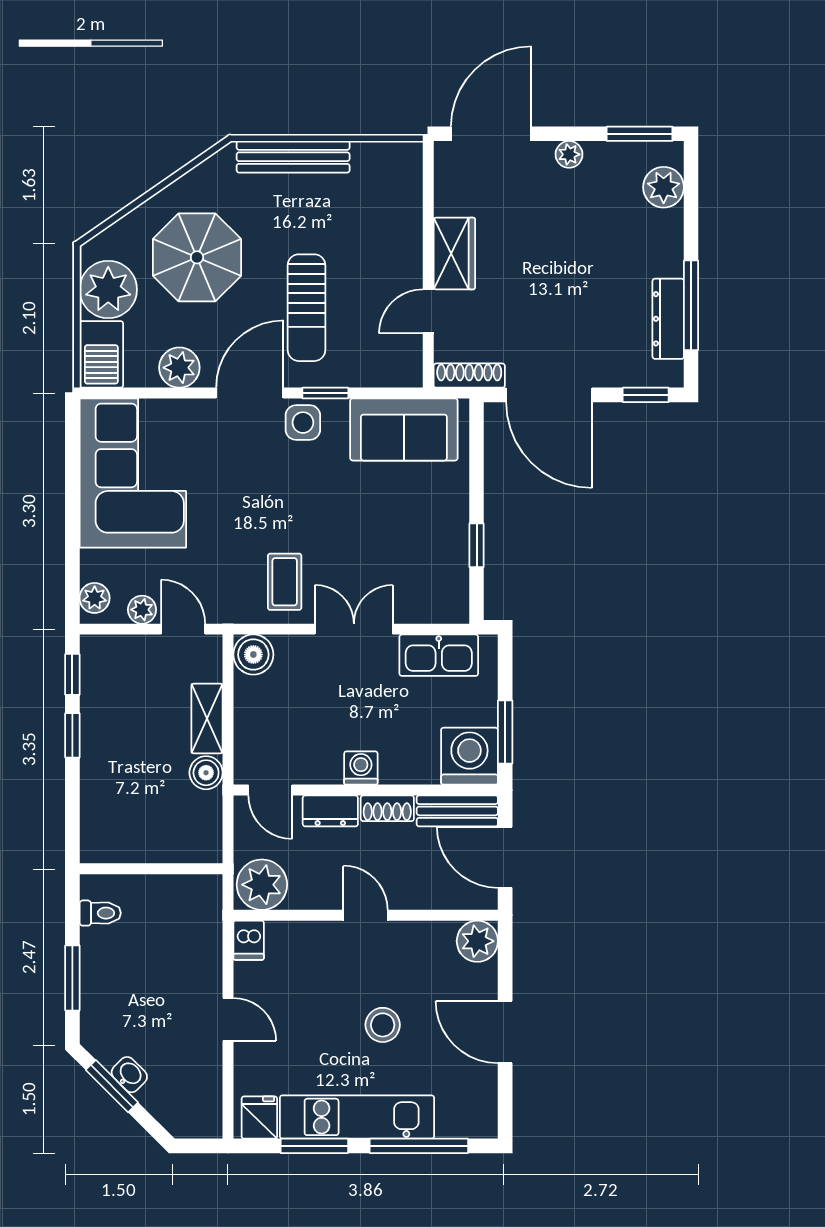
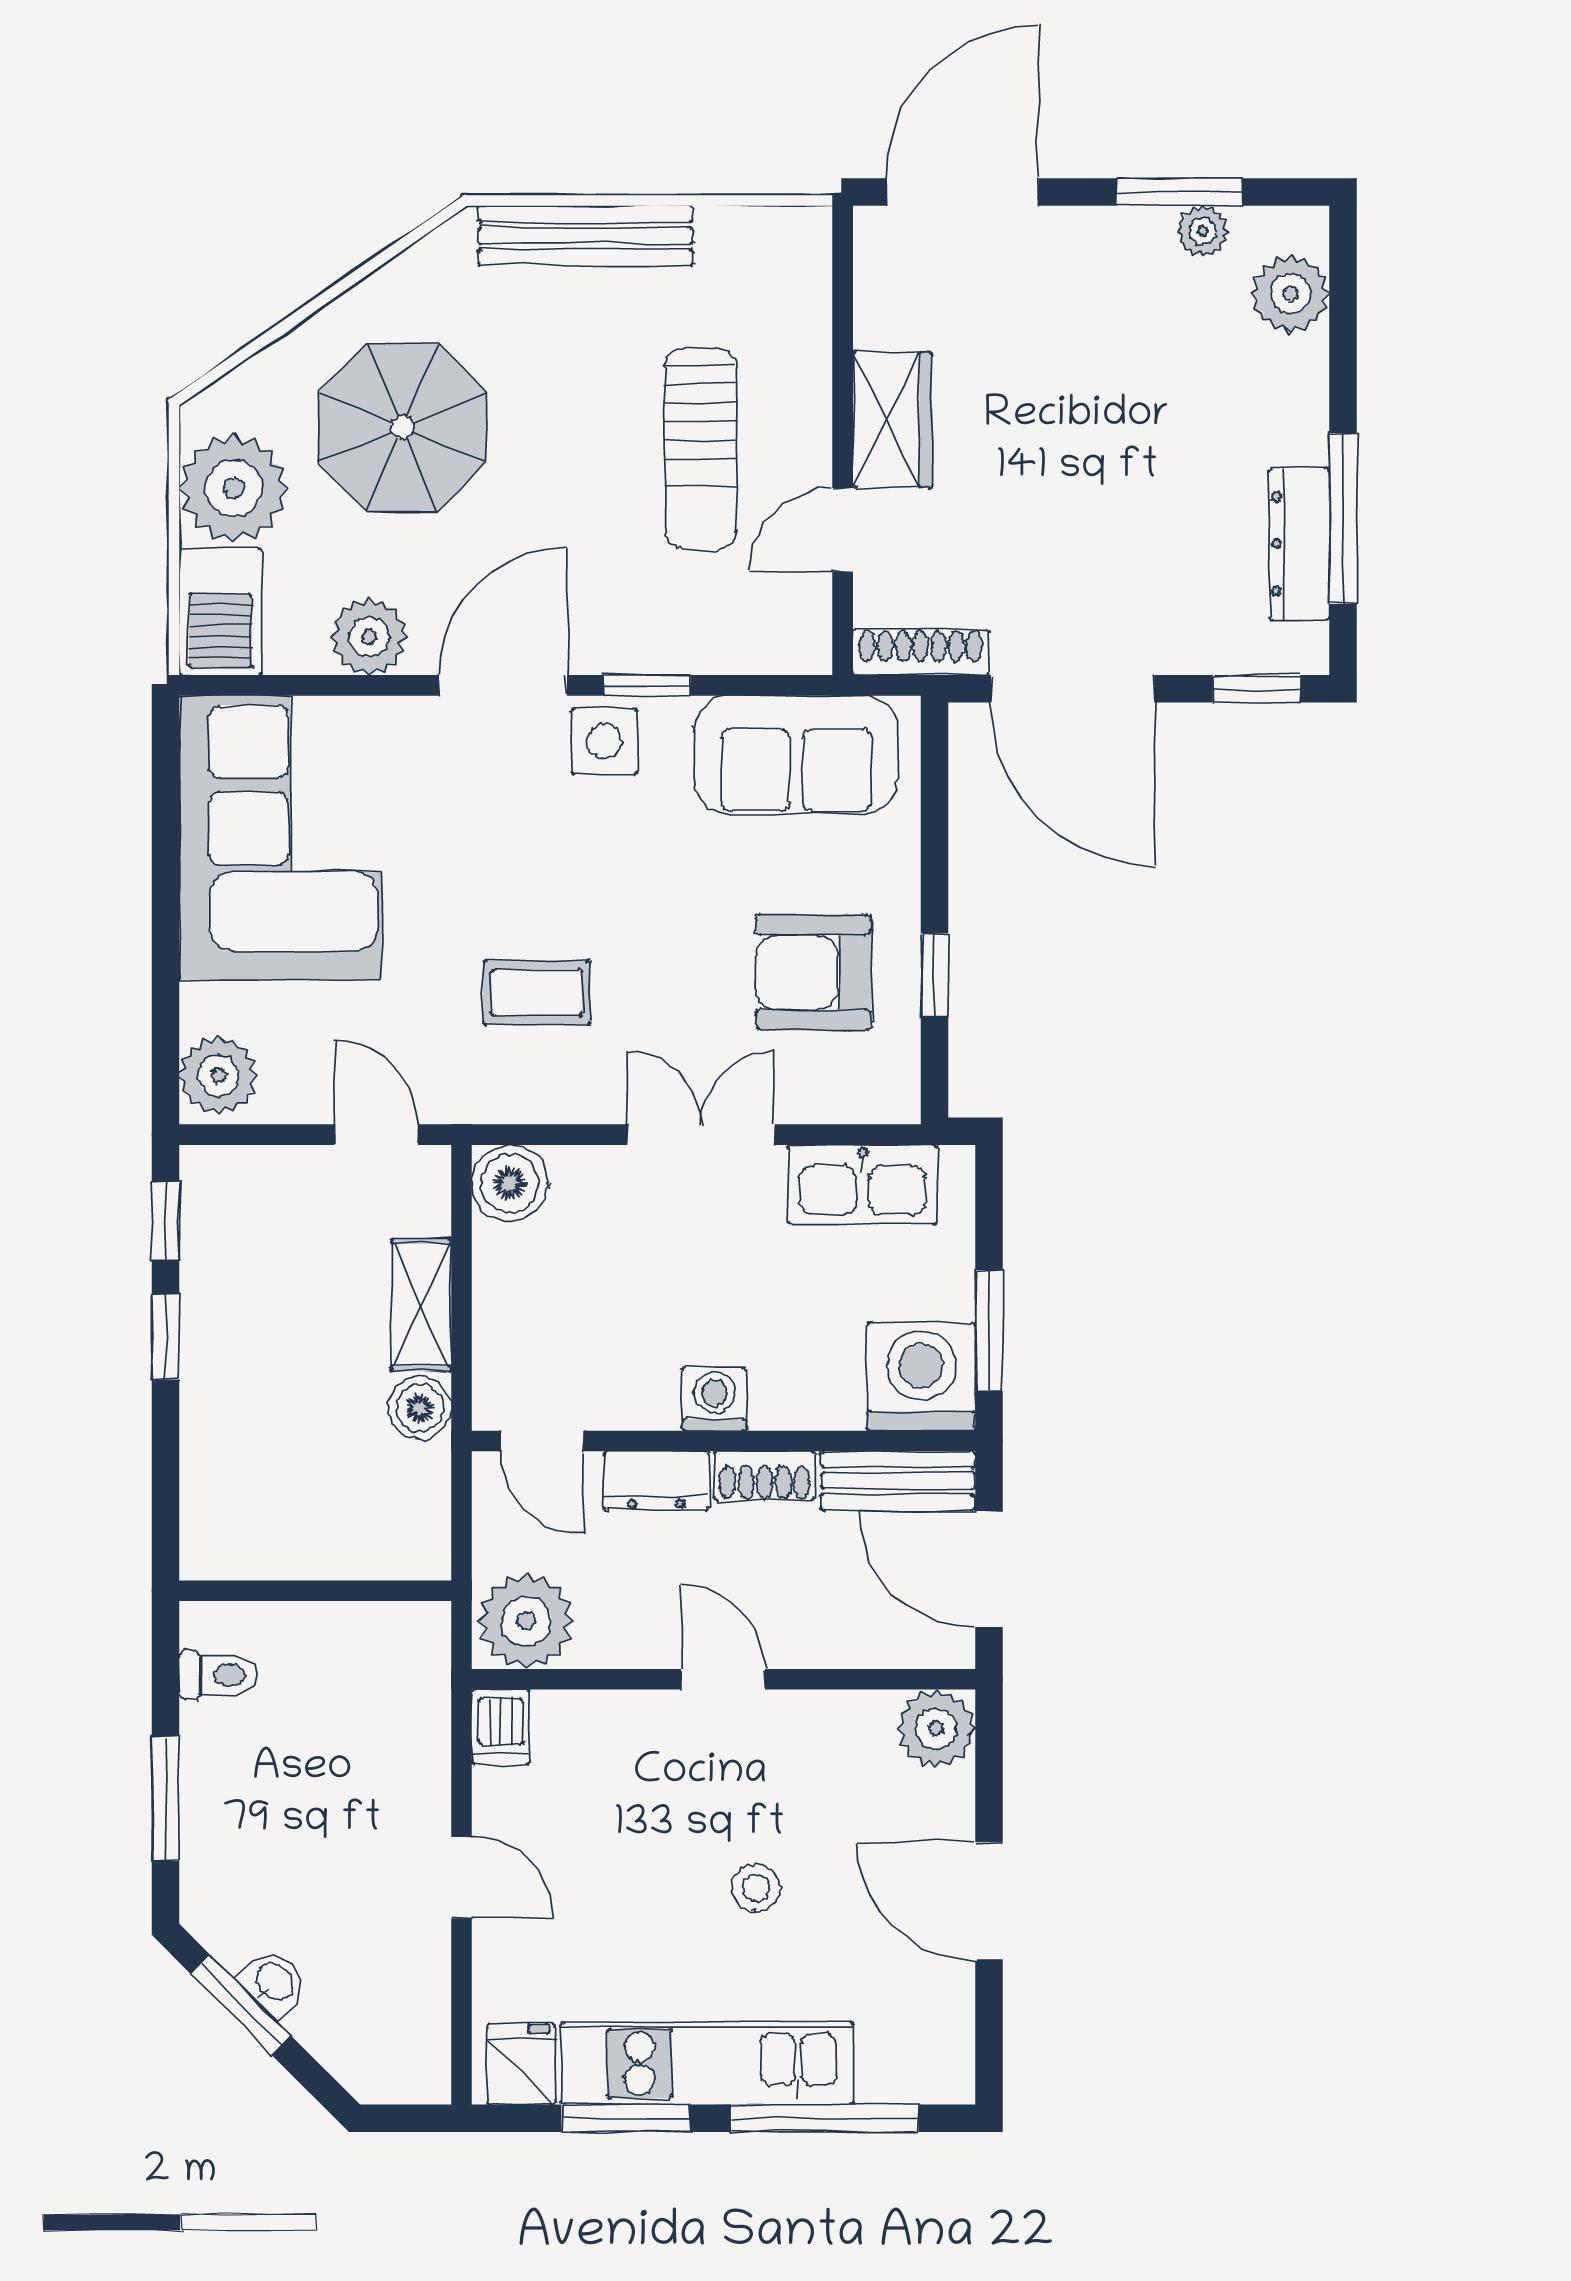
window: (639, 134) -> (1179, 192), moved
plant: (569, 154) -> (1203, 231), moved
sun lounger: (307, 308) -> (701, 449), moved
armchair: (413, 544) -> (813, 972), added
coffee table: (285, 582) -> (537, 992), moved, turned 90
plant: (95, 598) -> (218, 1075), width x1.38, depth x1.38
plant: (142, 610) -> (298, 1098), removed
stool: (383, 1025) -> (756, 1888), width x0.73, depth x0.73

